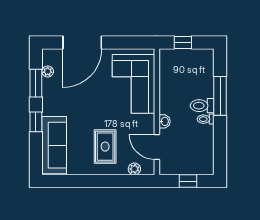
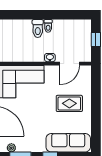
window: (220, 96) -> (30, 15), removed
plant: (134, 169) -> (87, 81), removed

